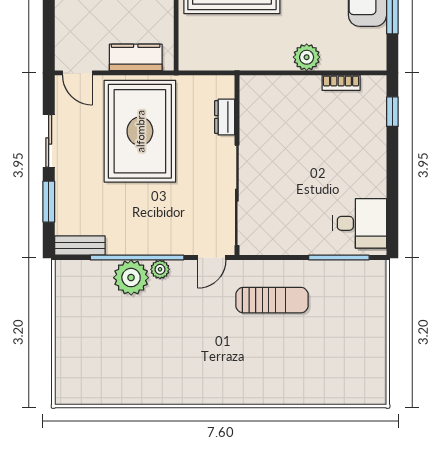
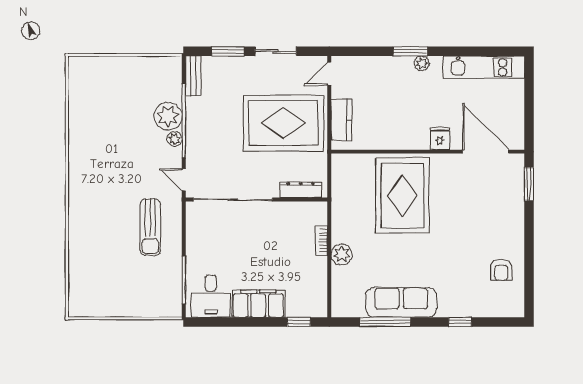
bookcase: (341, 83) -> (321, 241), moved
dresser: (225, 117) -> (301, 190), width x1.44
filing cabinet: (369, 163) -> (258, 304), added

